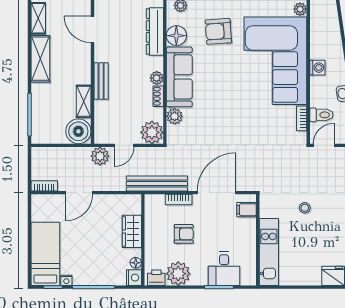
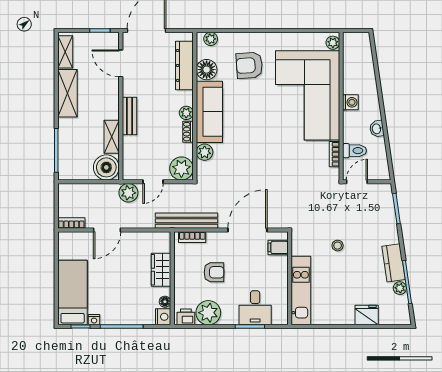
bookcase: (179, 200) -> (192, 237), moved

